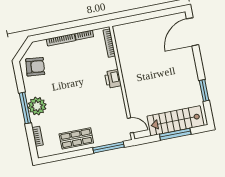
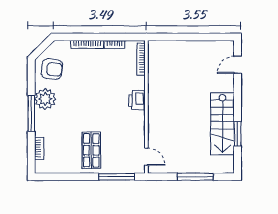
door: (192, 32) -> (238, 65), width x0.53
plant: (37, 106) -> (45, 99), moved
stairs: (176, 121) -> (223, 124), moved, turned -90
shop shelf: (76, 138) -> (91, 150), moved, turned 90

